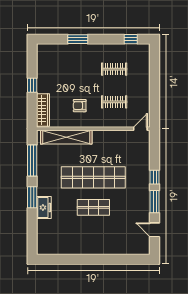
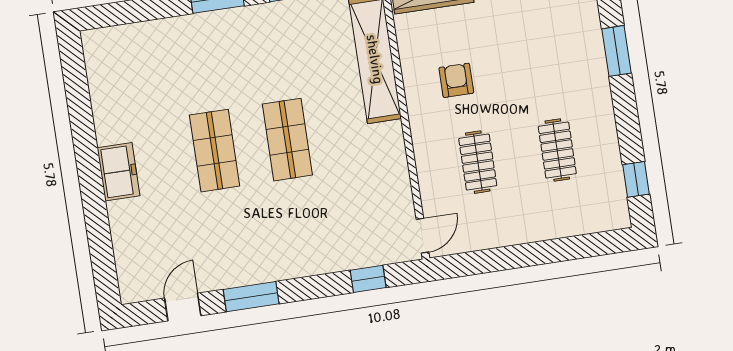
door: (140, 129) -> (422, 236), hinge flipped
shop shelf: (93, 177) -> (287, 140), width x0.50, depth x0.74
window: (155, 177) -> (368, 279), moved
freezer: (44, 208) -> (118, 172), moved, turned -90

